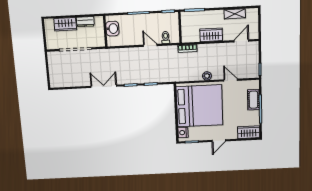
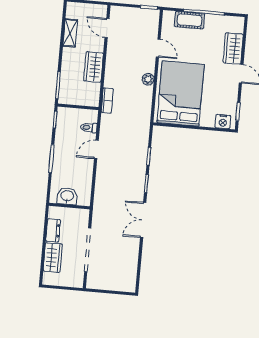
door: (231, 80) -> (158, 48), swing flipped
bed: (200, 106) -> (181, 94), width x0.73
wardrobe: (249, 132) -> (233, 48), moved

